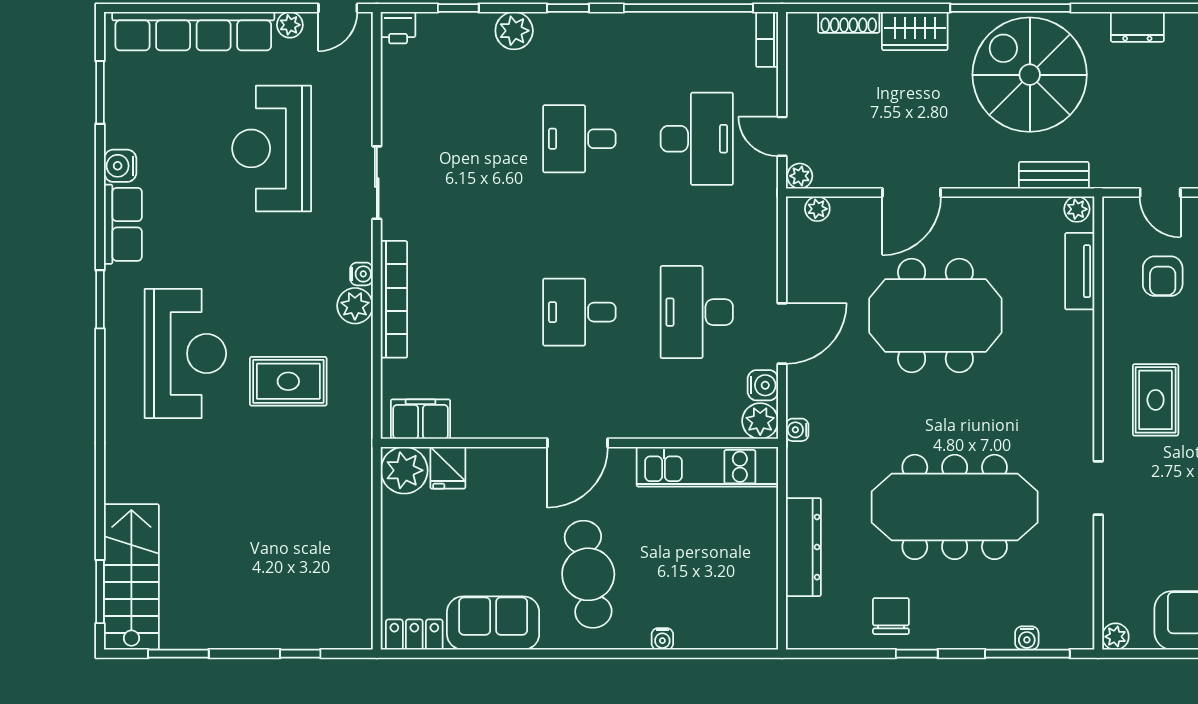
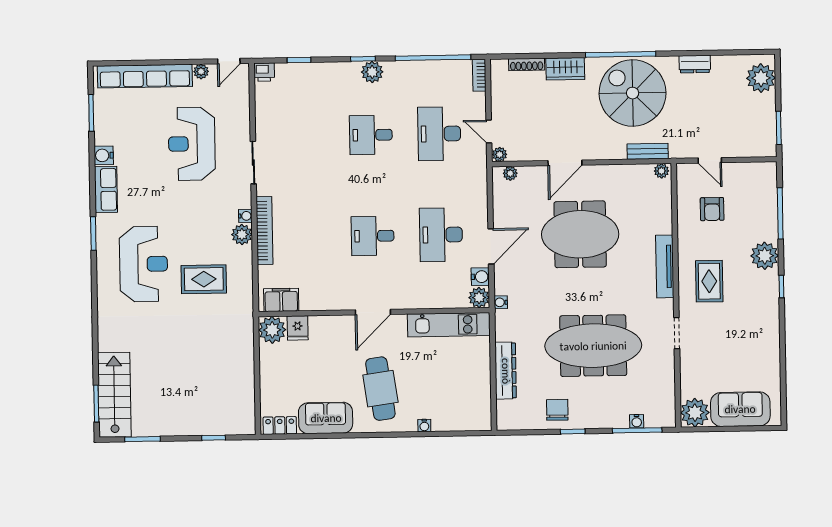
plant: (514, 31) -> (372, 72), moved
desk: (697, 139) -> (439, 134), turned 180
tv unit: (1080, 271) -> (665, 266), moved, width x1.41
plant: (1115, 637) -> (695, 413), width x1.88, depth x1.88

